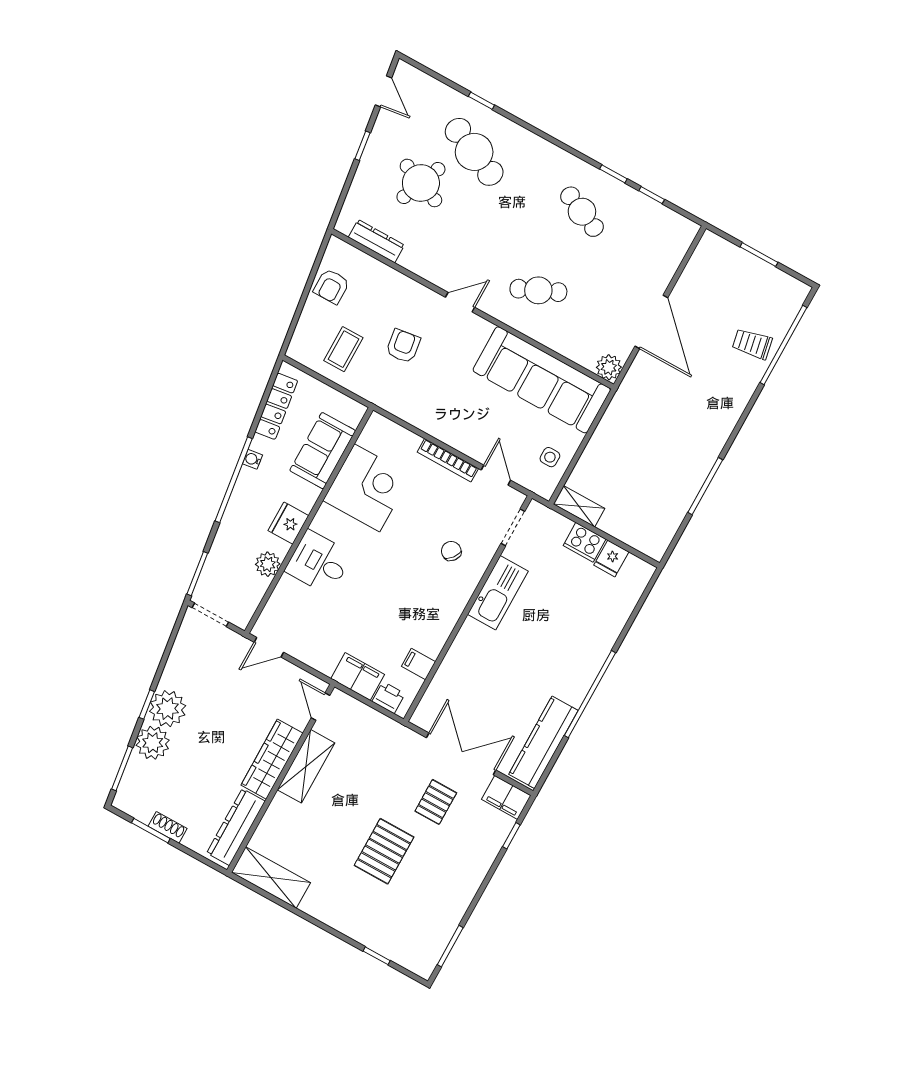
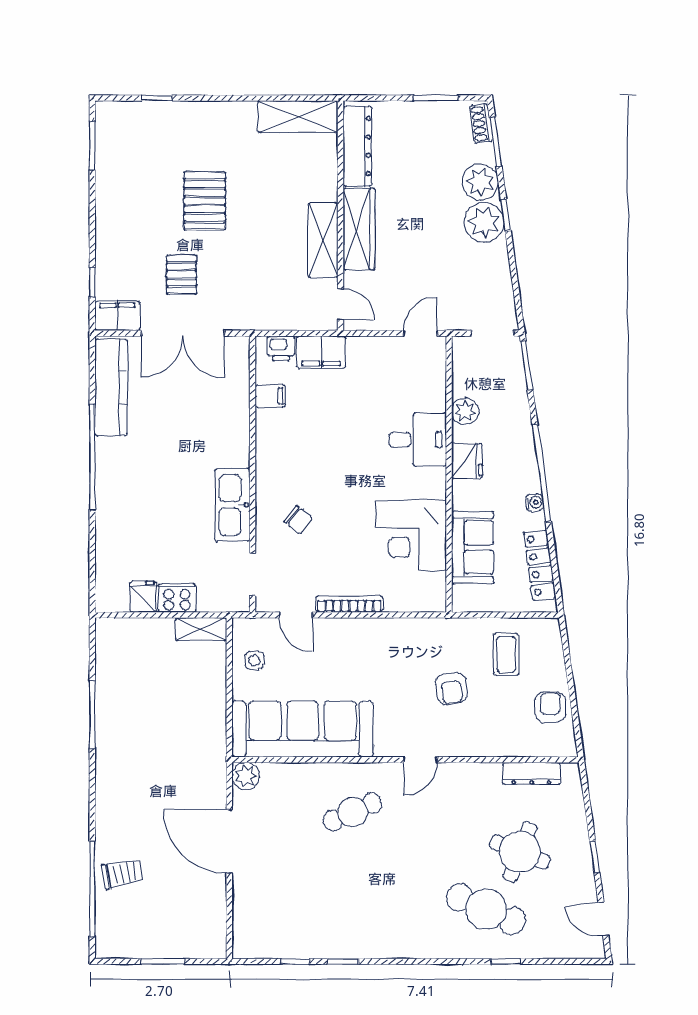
cafe table: (582, 212) -> (353, 909), removed
shoe rack: (168, 827) -> (481, 123), moved, turned 82

